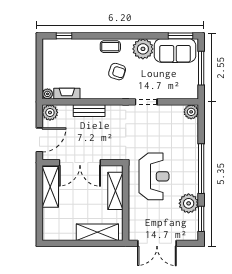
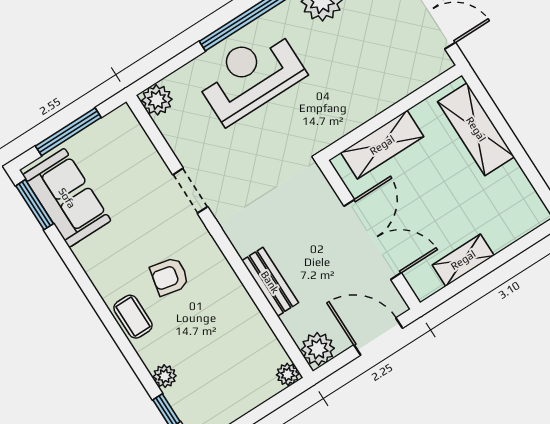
plant: (143, 49) -> (165, 376), moved, width x0.53, depth x0.53
armchair: (117, 72) -> (169, 276), turned -96
fireplace: (67, 94) -> (265, 340), removed
reception desk: (154, 176) -> (250, 76), moved
shelving: (50, 187) -> (463, 260), width x0.67, depth x0.75

